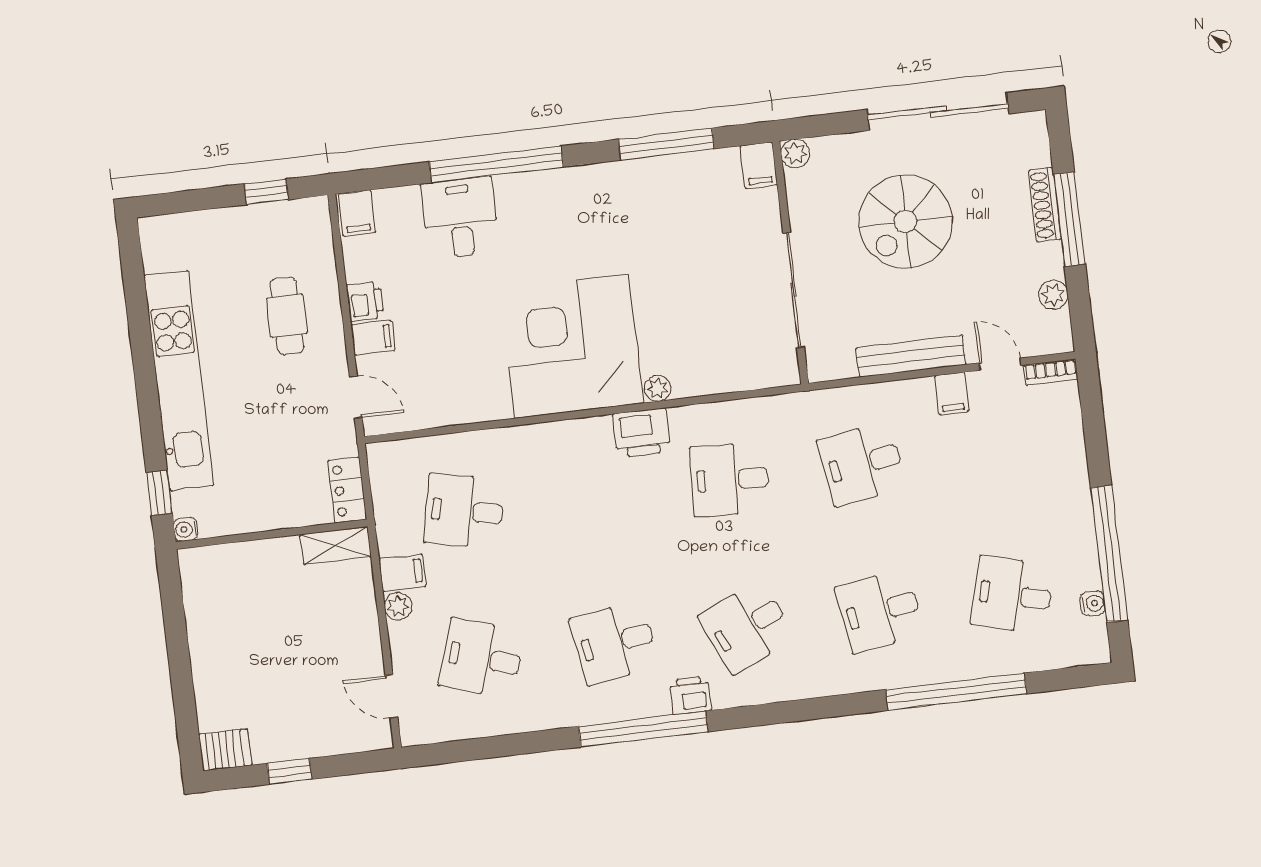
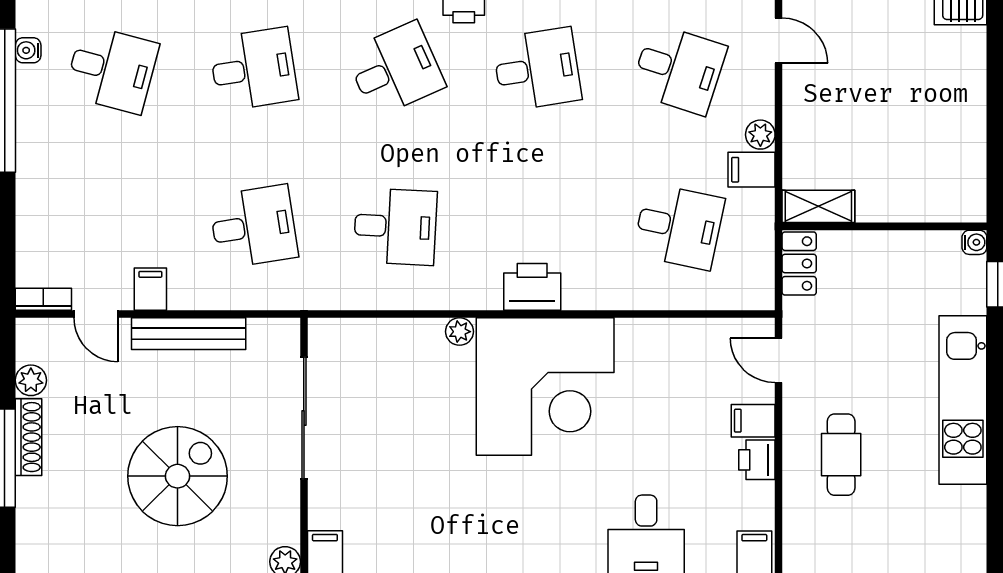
shoe rack: (1045, 205) -> (29, 437), moved
kitchen unit: (179, 381) -> (963, 400), width x0.73
printer: (642, 433) -> (532, 287), moved

